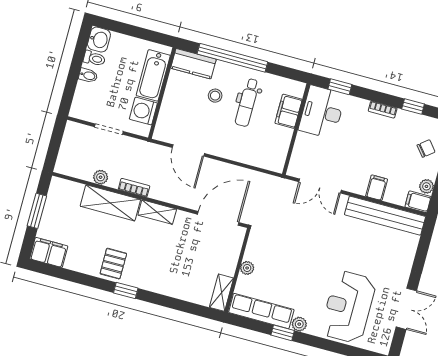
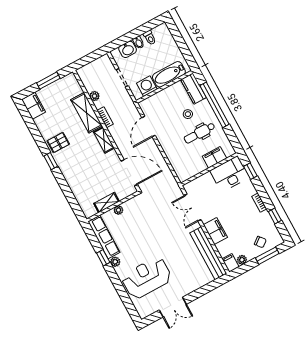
washbasin: (99, 40) -> (128, 49), moved
filing cabinet: (377, 188) -> (215, 231), width x2.00
shelving: (221, 293) -> (106, 202), moved

